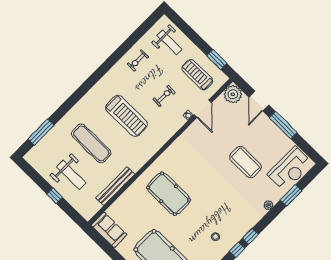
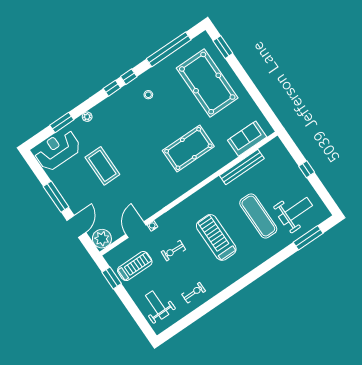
treadmill: (197, 75) -> (135, 266), turned -90
weight bench: (71, 175) -> (295, 211), moved, turned 90
pool table: (169, 194) -> (188, 149), turned 90
sofa: (109, 230) -> (247, 139), moved, turned 90

